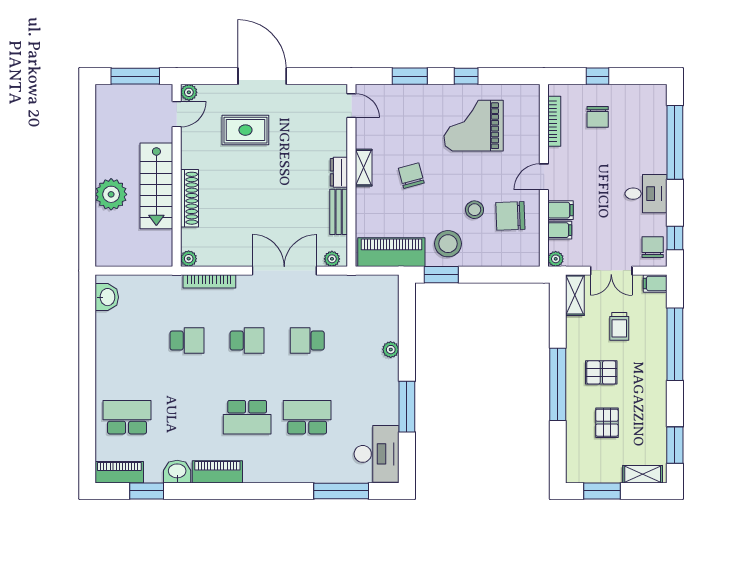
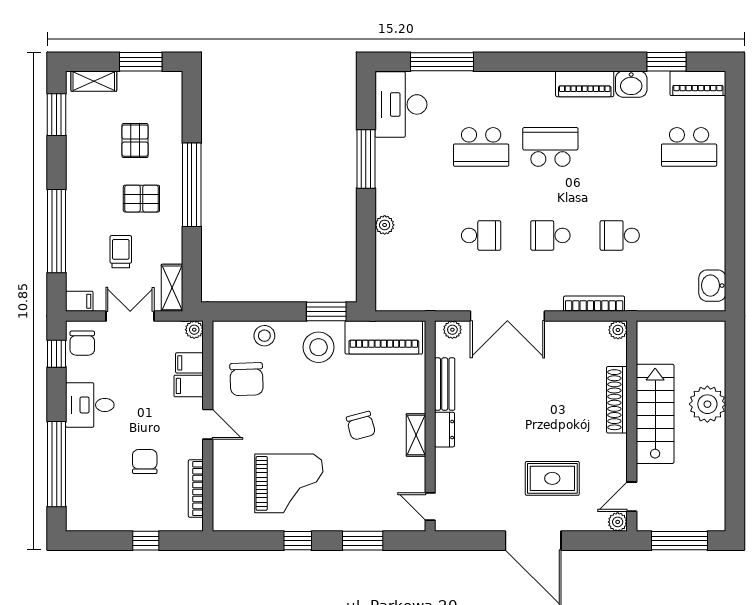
chair: (598, 117) -> (145, 462), moved
door: (544, 177) -> (208, 424), hinge flipped
stool: (474, 210) -> (264, 336), moved
chair: (510, 216) -> (247, 379), turned 90

